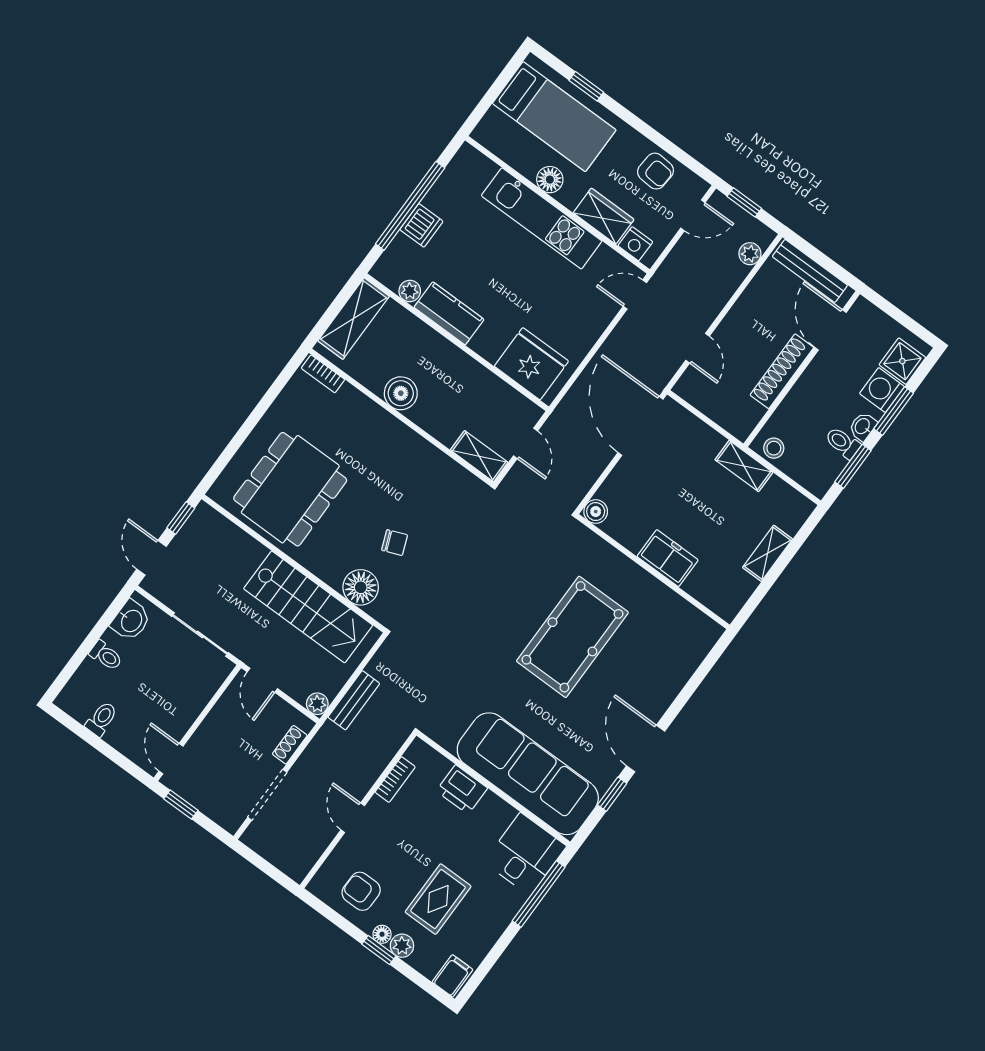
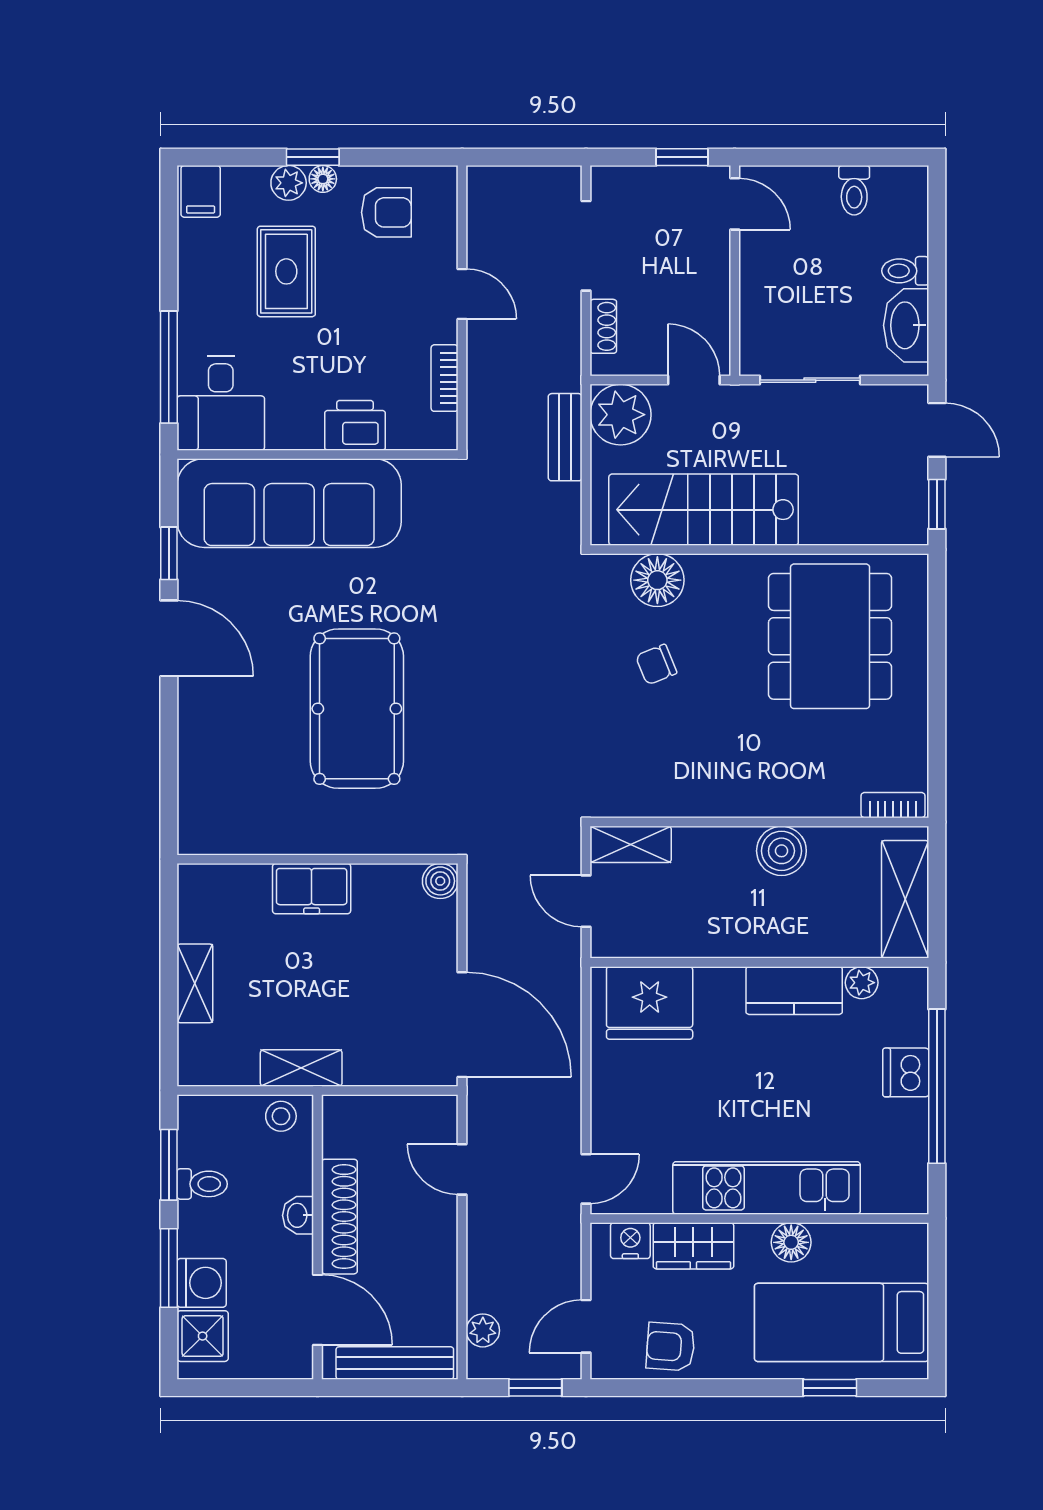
washbasin: (863, 426) -> (298, 1215), moved, turned 180
washbasin: (131, 620) -> (906, 325), width x1.38
plant: (317, 704) -> (621, 415), width x1.88, depth x1.88

